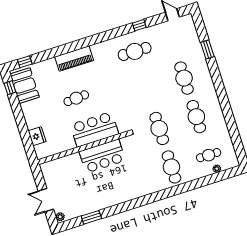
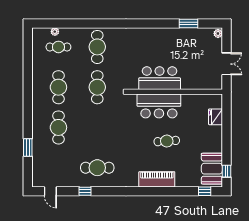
double door: (46, 200) -> (226, 64), moved

